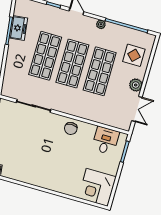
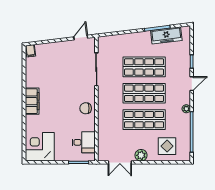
freezer: (18, 28) -> (166, 35), width x1.40
filing cabinet: (48, 182) -> (32, 101), added

